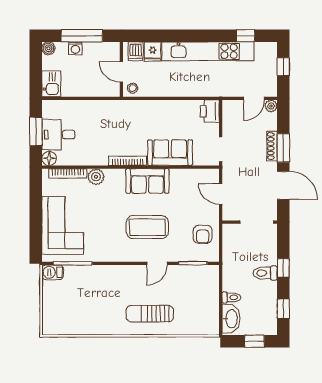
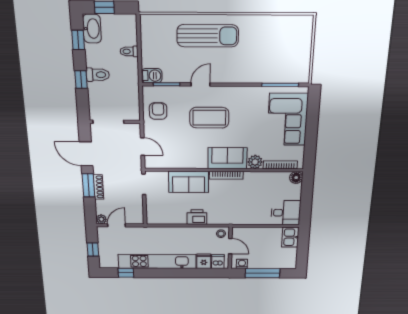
boiler: (48, 48) -> (291, 264), removed
washing machine: (75, 48) -> (242, 264), moved
printer: (210, 111) -> (197, 217), moved, turned -90
window: (36, 131) -> (306, 200), removed
desk: (58, 135) -> (286, 213), moved
sofa: (147, 181) -> (227, 158), moved
barbecue: (53, 272) -> (152, 76), moved
sun lounger: (150, 314) -> (208, 36), width x1.36, depth x1.34
washbasin: (231, 319) -> (92, 29), moved, turned 180

